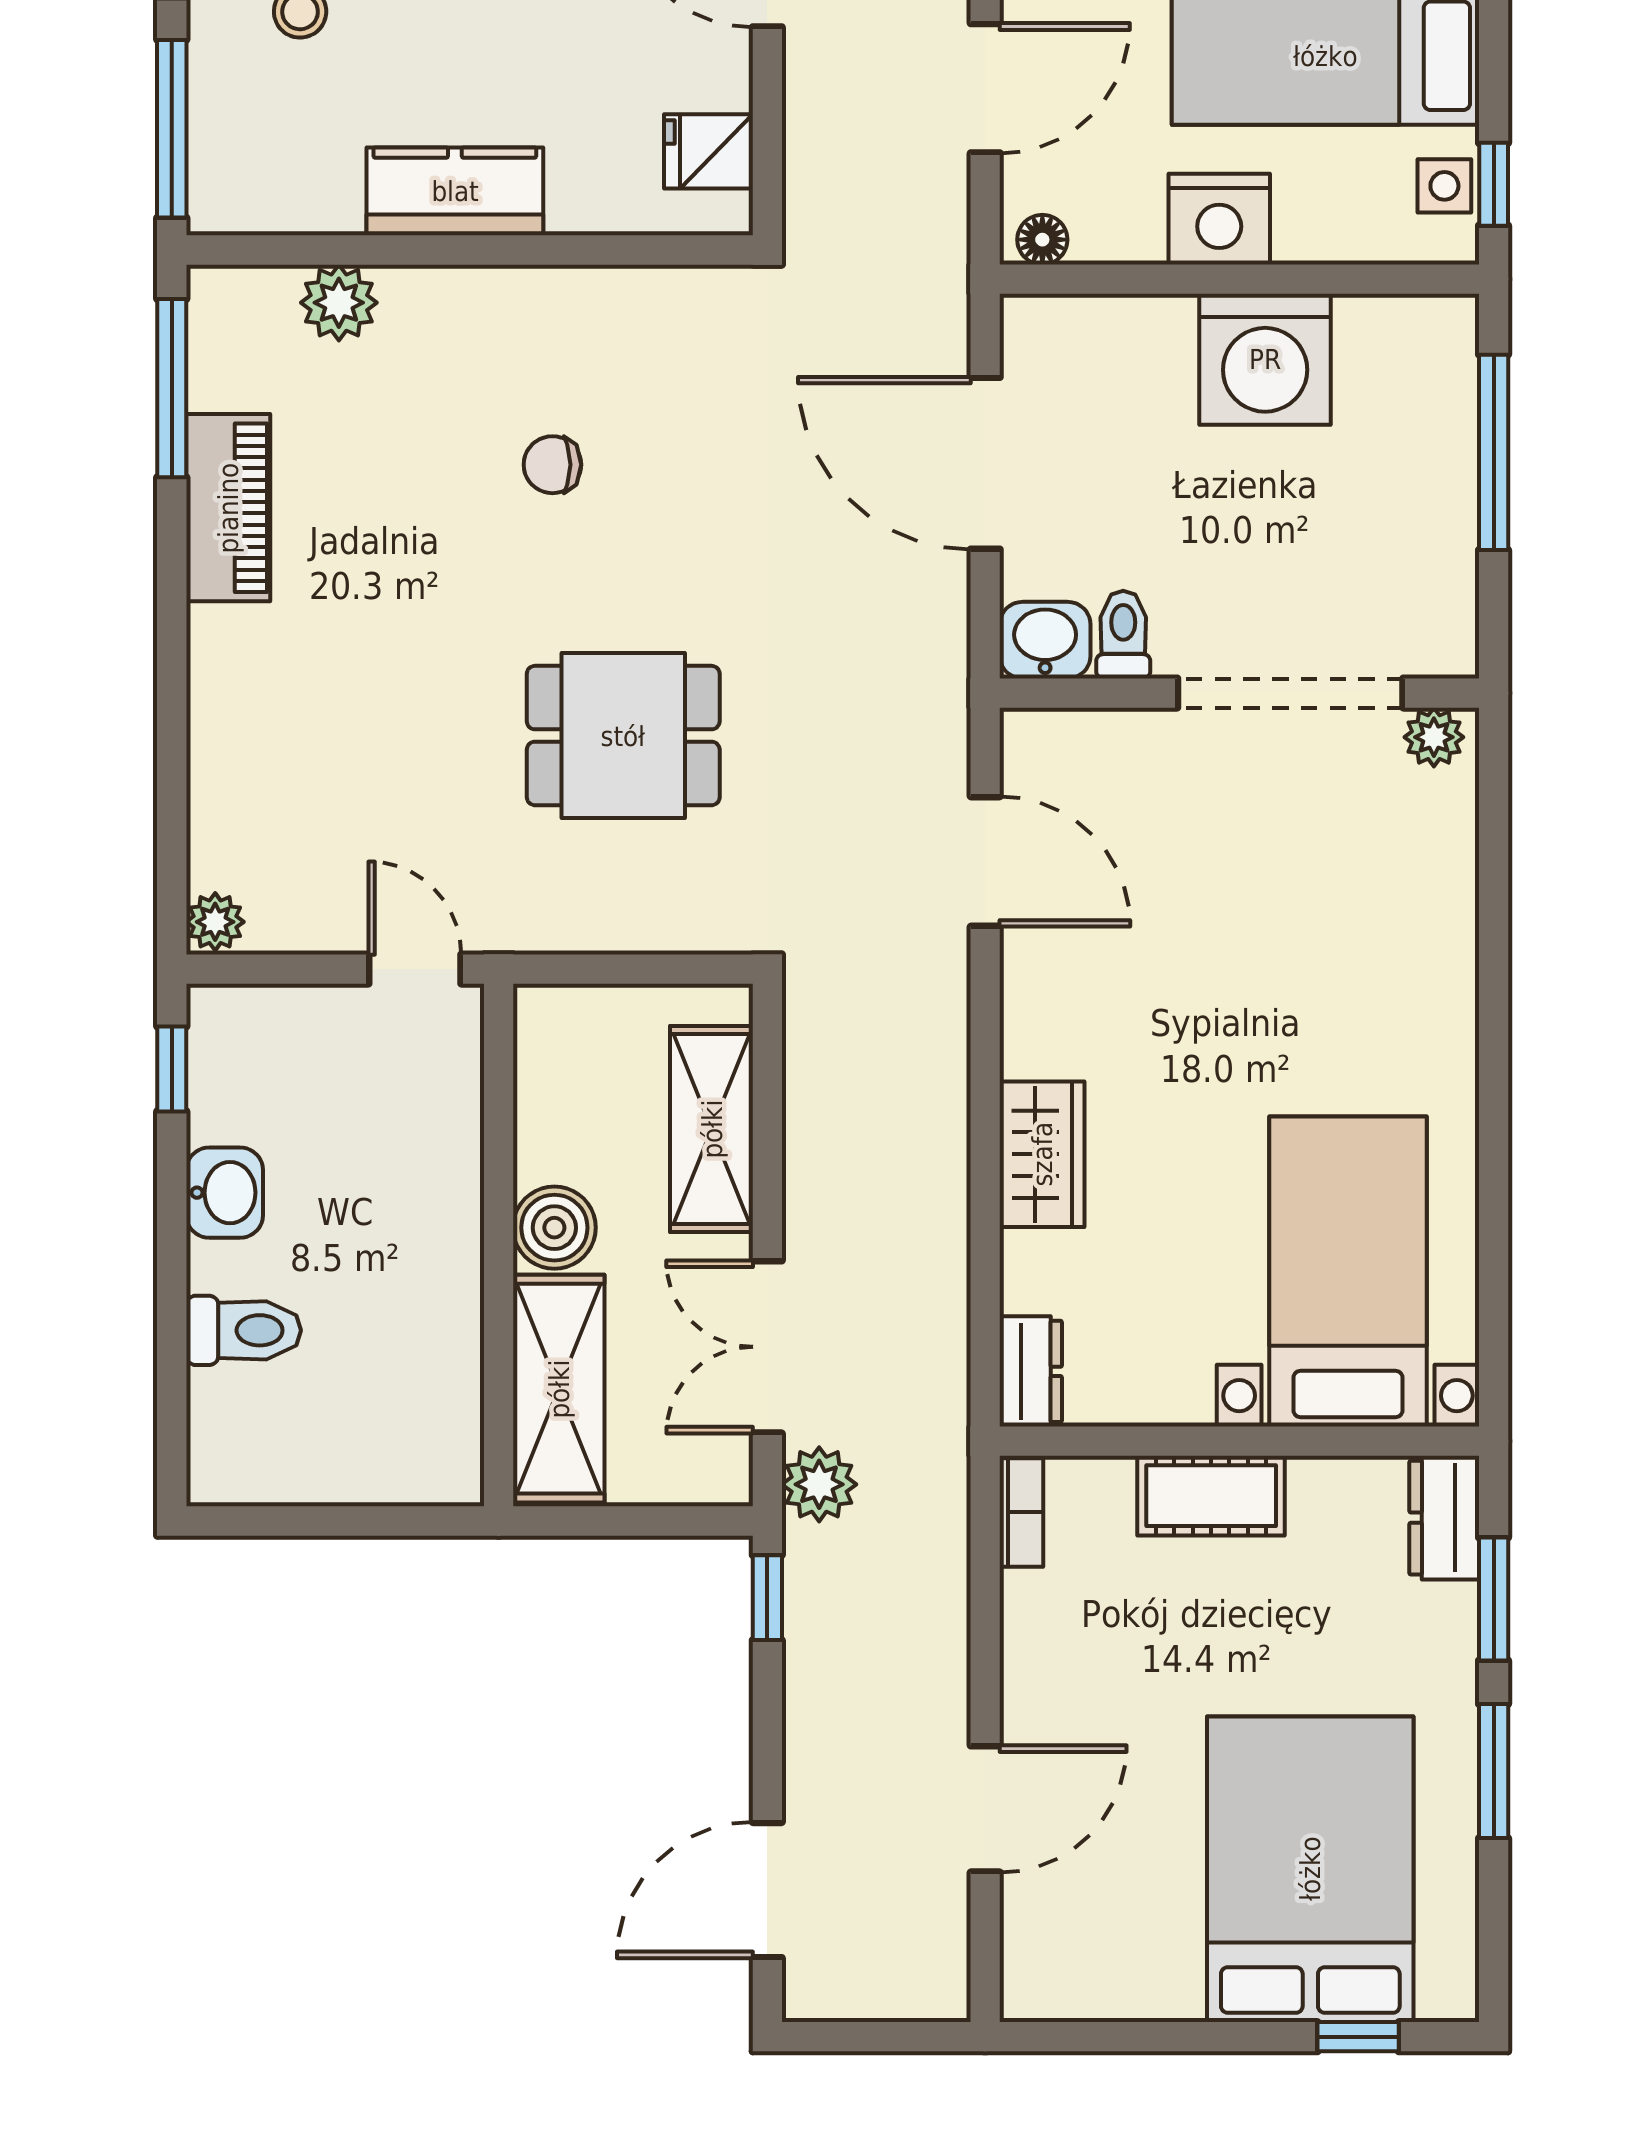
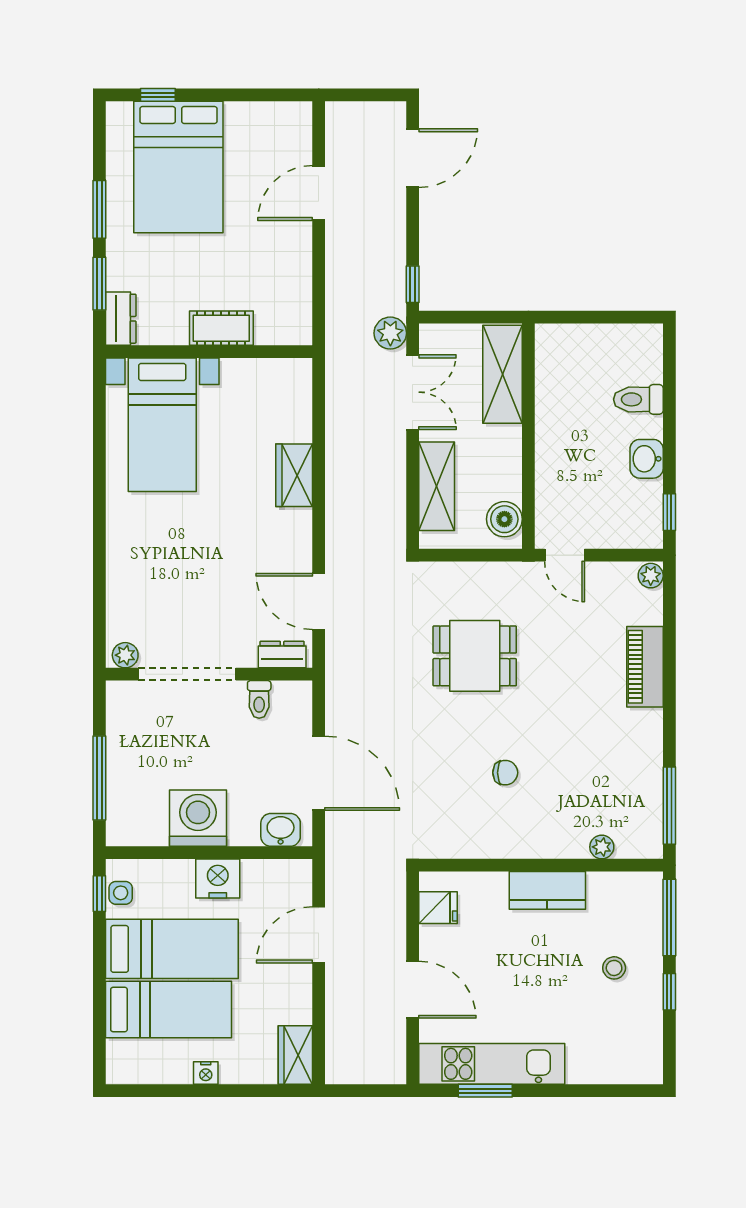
floor lamp: (1042, 240) -> (294, 870), removed
plant: (339, 303) -> (602, 847), width x0.73, depth x0.73
piano: (228, 508) -> (645, 667), moved
washbasin: (1045, 640) -> (281, 830), moved, turned 180
boiler: (554, 1228) -> (504, 519), moved
dresser: (1031, 1371) -> (282, 655), moved, turned 90
bookcase: (1021, 1512) -> (303, 321), removed

